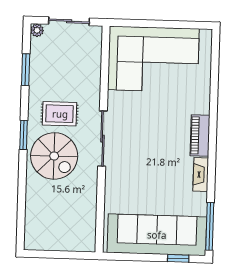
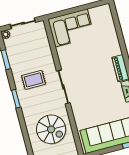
corner sofa: (153, 59) -> (71, 28), width x0.73, depth x0.74
spiral stairs: (54, 156) -> (51, 129), moved

